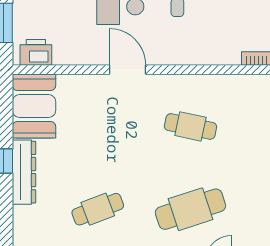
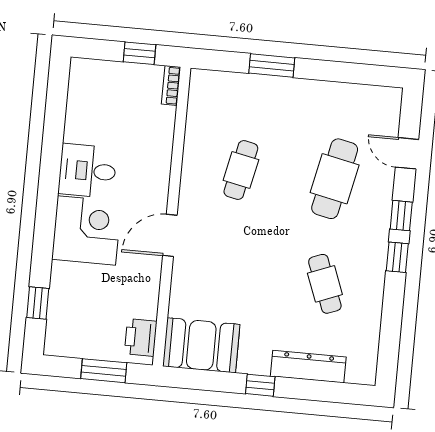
dresser: (24, 172) -> (308, 367), moved
cafe table: (190, 209) -> (335, 179), turned 30

